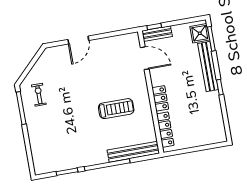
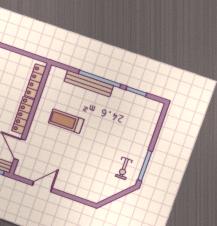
door: (78, 40) -> (42, 187), moved
locker: (160, 98) -> (23, 115), width x1.53
bench: (133, 152) -> (89, 83), moved

